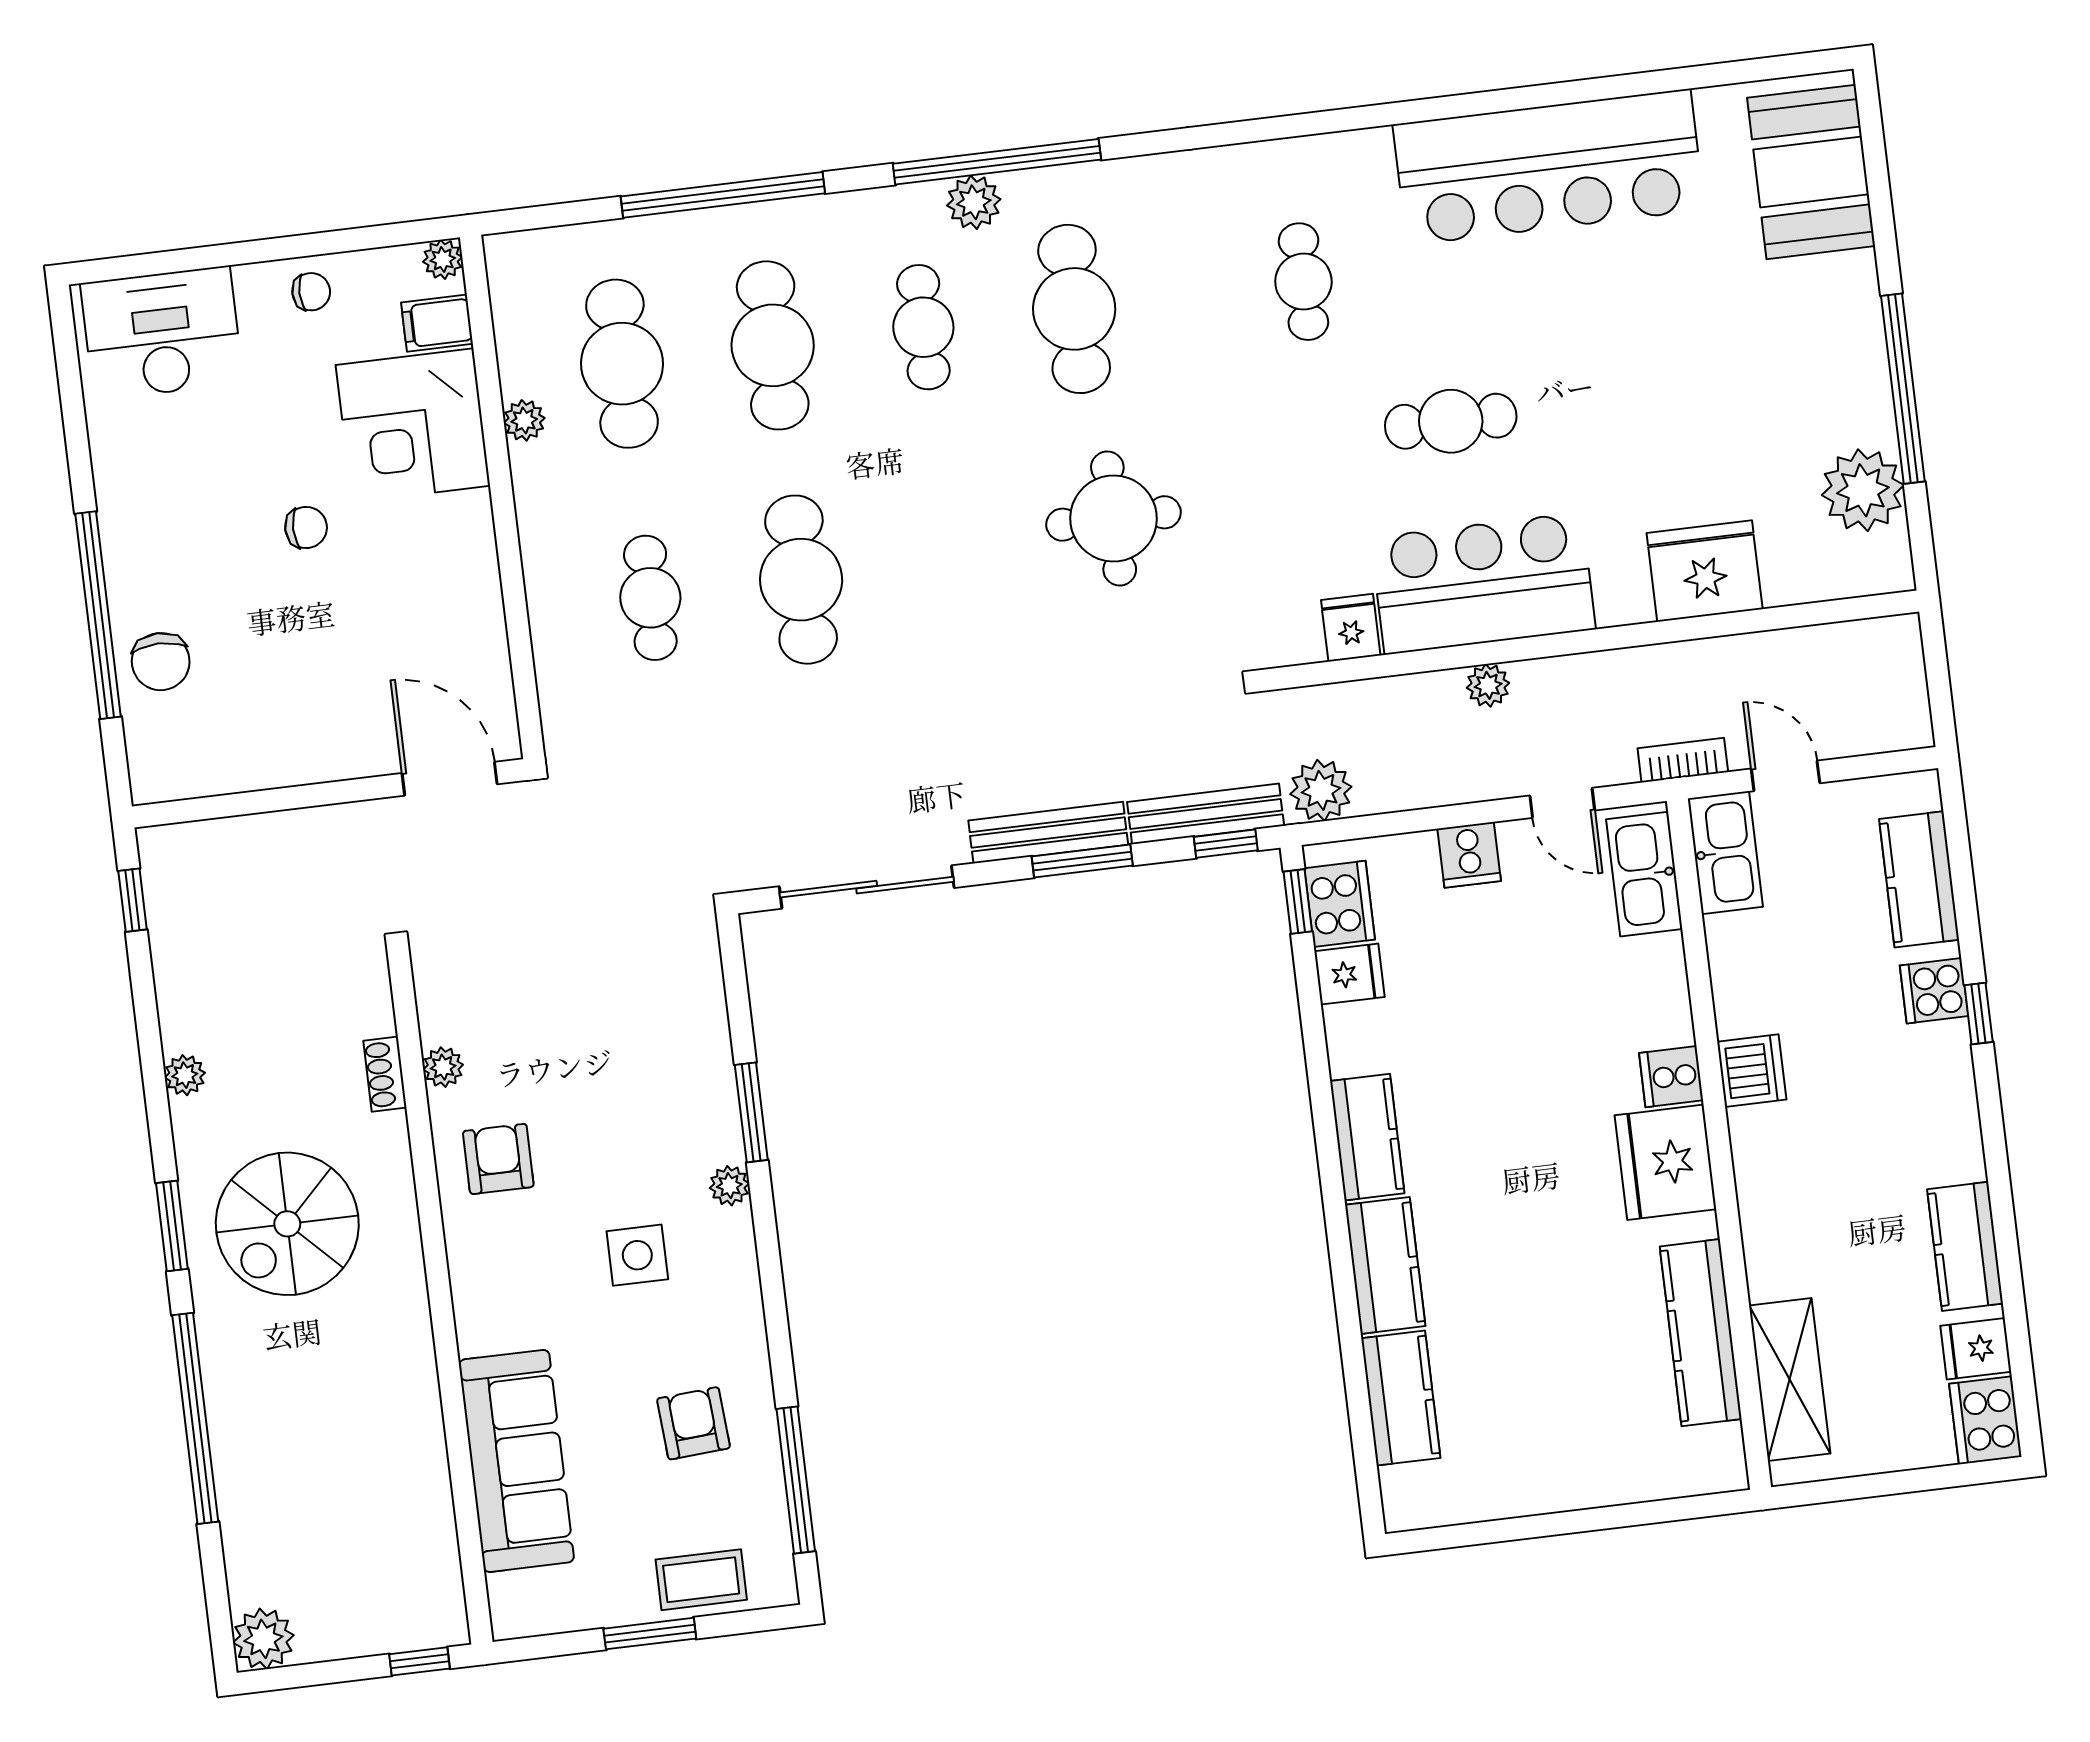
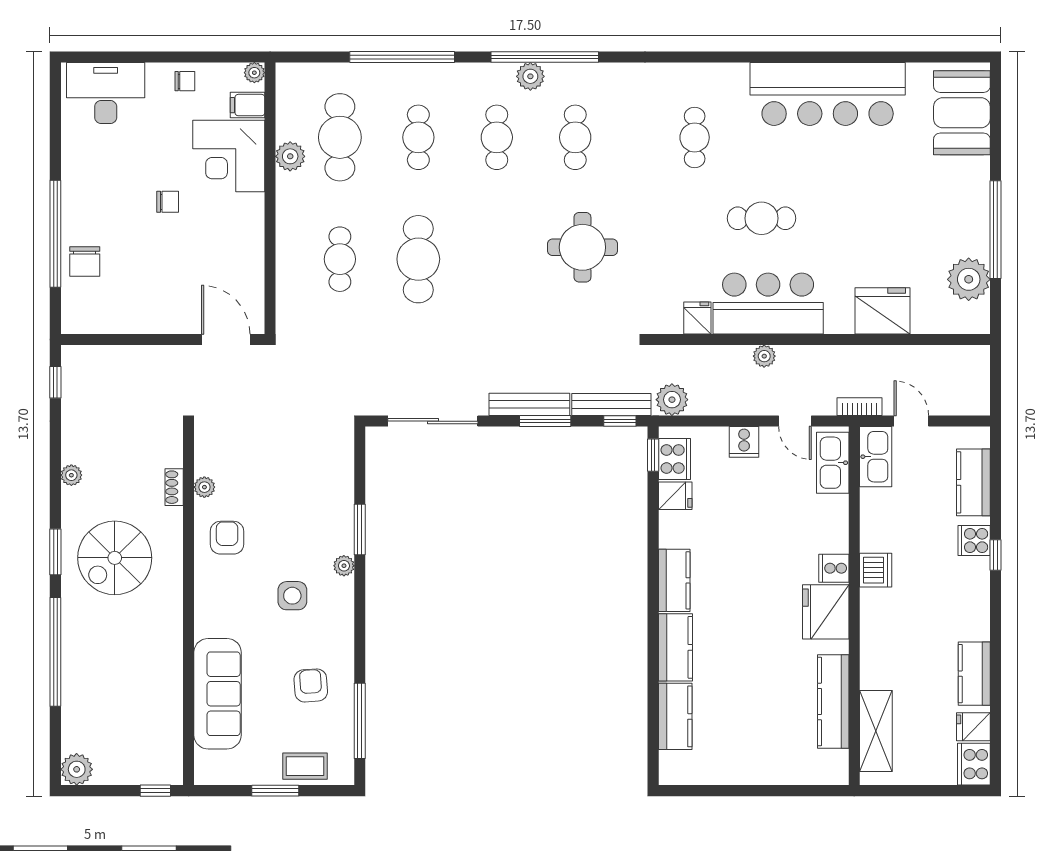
cafe table: (1074, 309) -> (575, 137), width x0.73, depth x0.74
cafe table: (773, 345) -> (418, 137), width x0.73, depth x0.74
plant: (524, 420) -> (290, 156), width x1.38, depth x1.38

